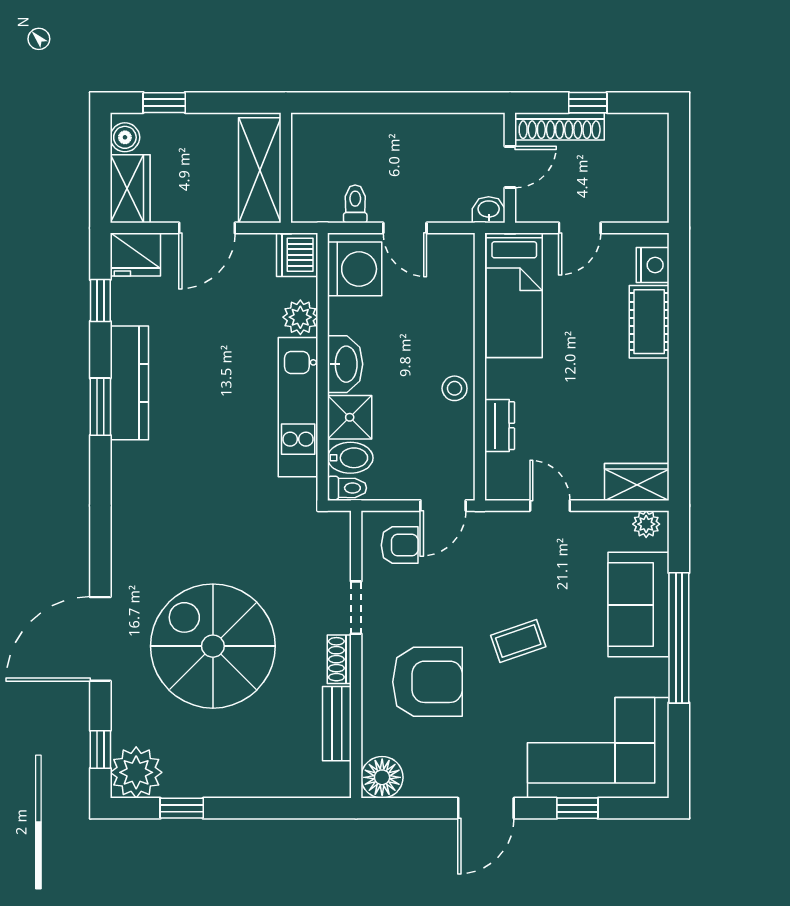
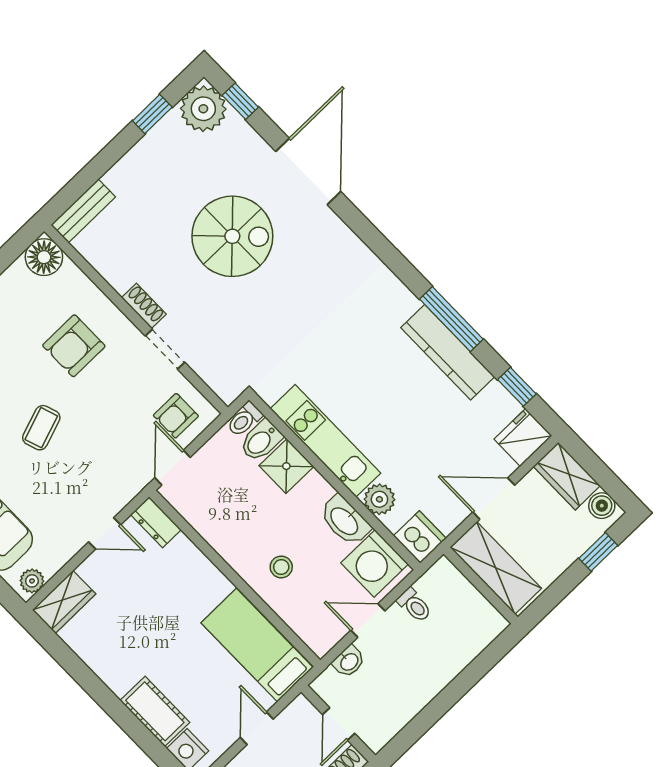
washbasin: (489, 210) -> (349, 661), moved
door: (207, 228) -> (494, 499), hinge flipped
washbasin: (345, 364) -> (345, 521), moved
stool: (455, 388) -> (281, 567), moved
window: (100, 407) -> (451, 319), width x1.44
dresser: (500, 426) -> (156, 522), moved
spiral stairs: (213, 646) -> (232, 236), width x0.73, depth x0.73
armchair: (427, 682) -> (74, 346), width x0.73, depth x0.73
bench: (337, 724) -> (83, 211), moved, turned 90

